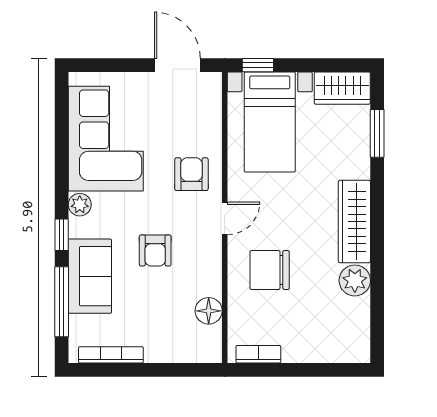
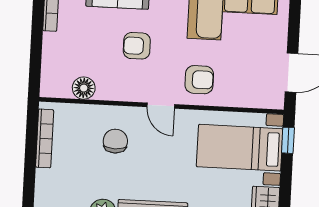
chair: (270, 270) -> (115, 141), width x0.73, depth x0.73
bookcase: (258, 354) -> (45, 138), width x1.56

